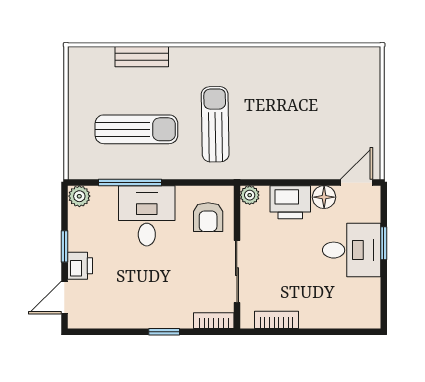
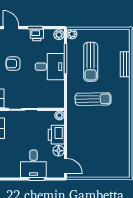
plant: (78, 169) -> (72, 34), added
armchair: (208, 217) -> (13, 64), moved
printer: (80, 266) -> (37, 35), moved

